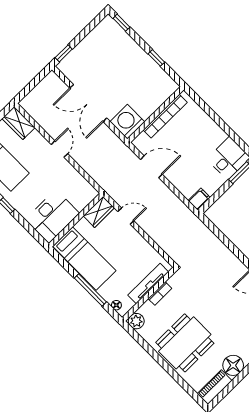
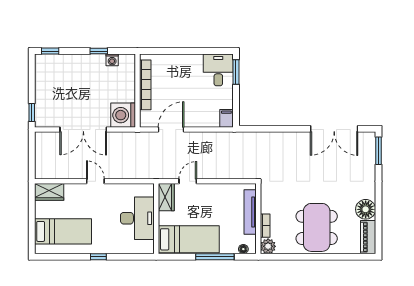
washing machine: (159, 74) -> (112, 60), added
desk: (52, 216) -> (137, 218), moved
bookcase: (160, 294) -> (265, 226), moved

